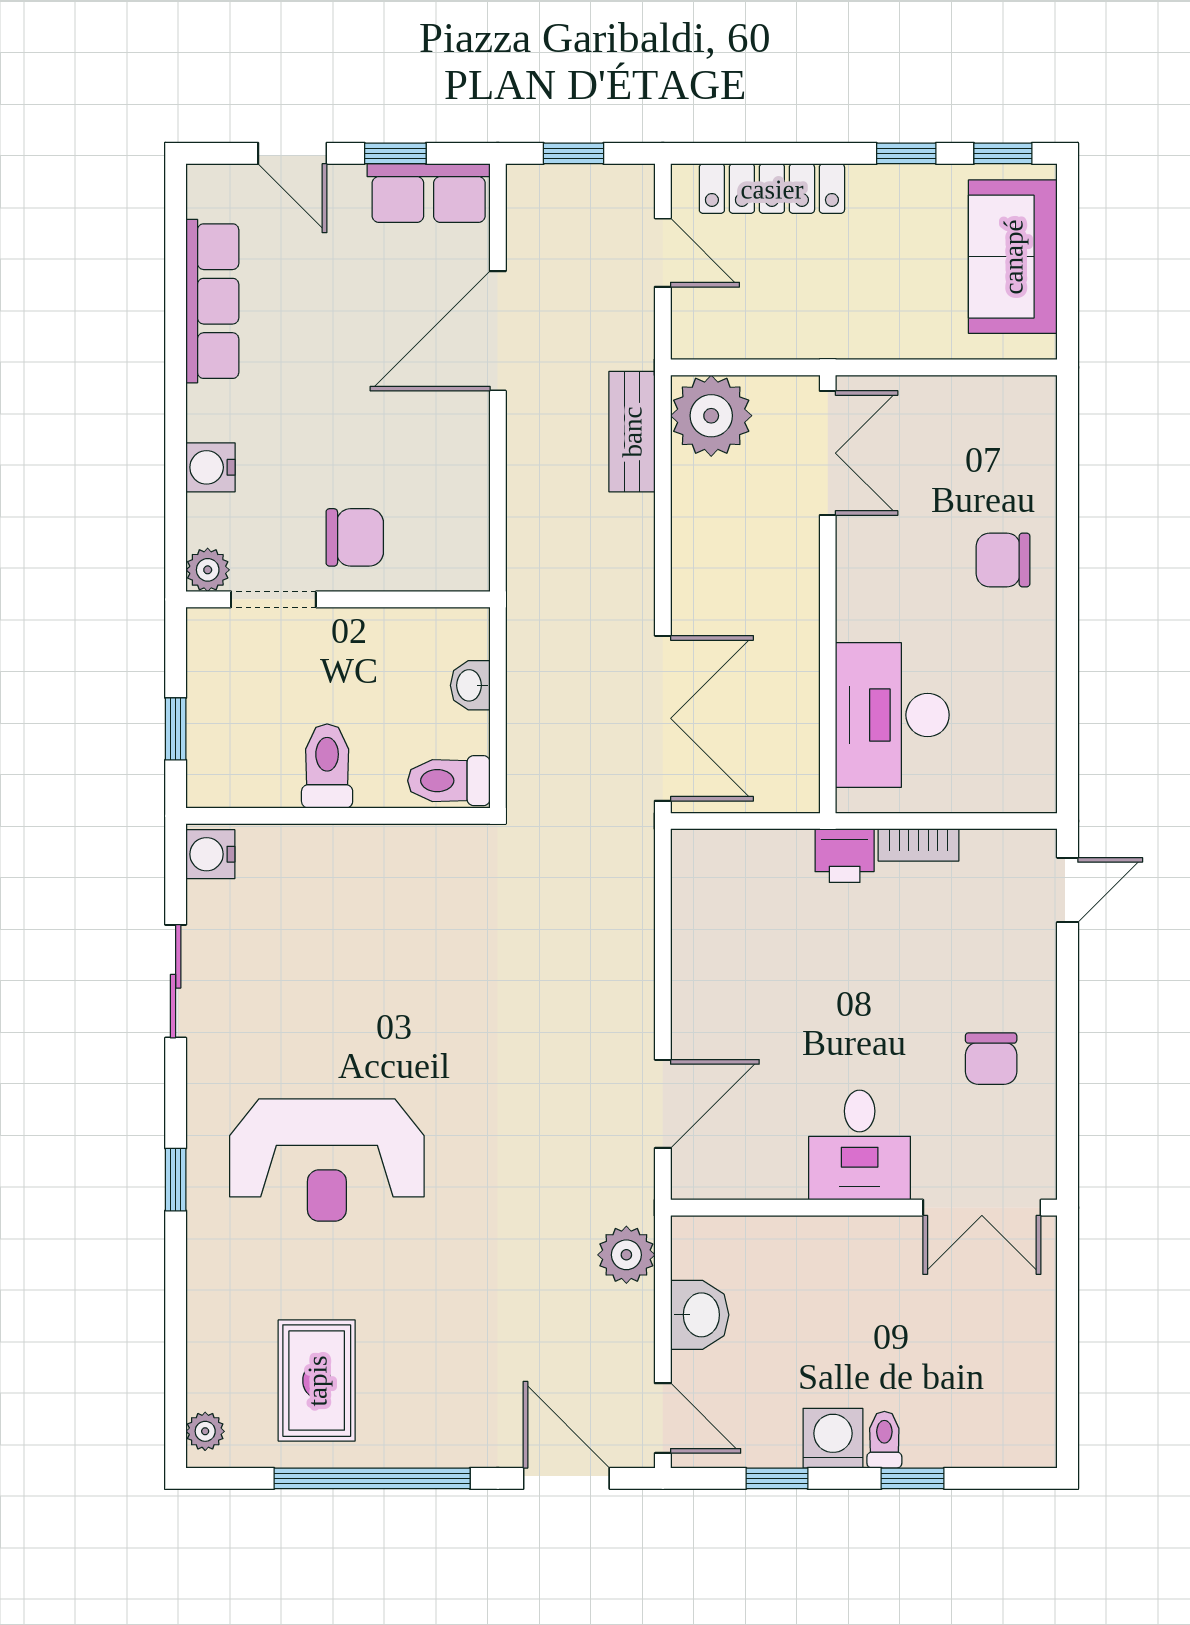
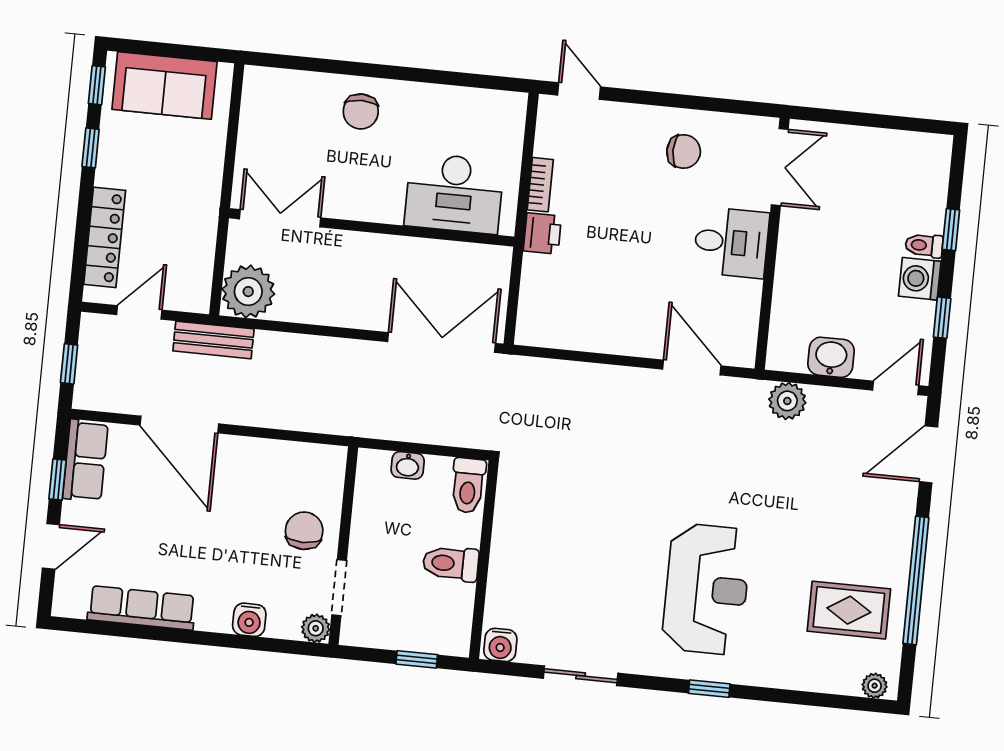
bench: (632, 432) -> (213, 340), moved

